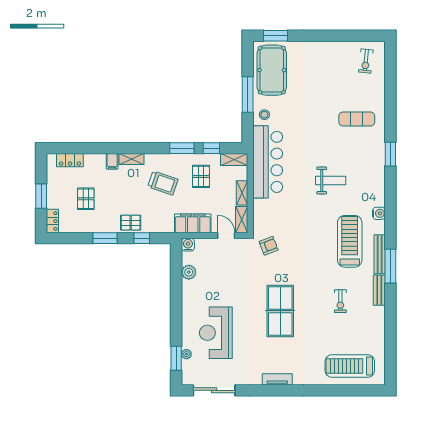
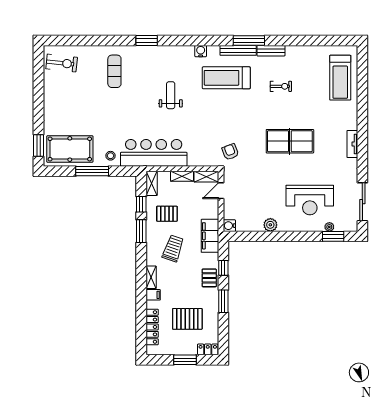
exercise bike: (366, 61) -> (62, 63), width x1.38, depth x1.39
locker: (70, 160) -> (152, 327), width x1.53
pallet: (86, 199) -> (187, 319), width x1.50, depth x1.42
filing cabinet: (193, 223) -> (210, 236), moved
plant: (189, 272) -> (270, 225), moved

